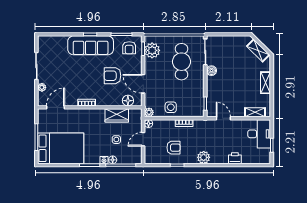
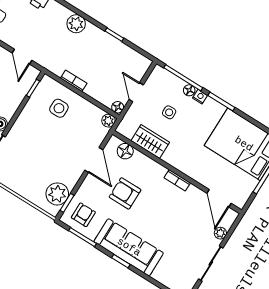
cafe table: (181, 62) -> (30, 158), removed
armchair: (112, 76) -> (125, 193), turned 180
door: (55, 107) -> (219, 198), hinge flipped
side table: (171, 107) -> (59, 108), moved
door: (143, 139) -> (136, 92), swing flipped
armchair: (173, 148) -> (105, 59), removed

